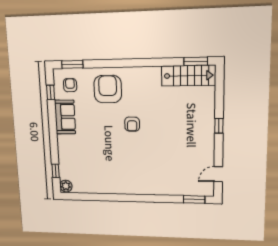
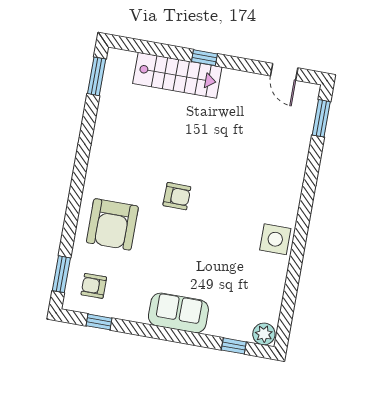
stairs: (188, 76) -> (177, 75), moved, turned 90
armchair: (108, 89) -> (112, 224), turned -90
sofa: (65, 117) -> (178, 313), moved
side table: (119, 184) -> (275, 239), added

